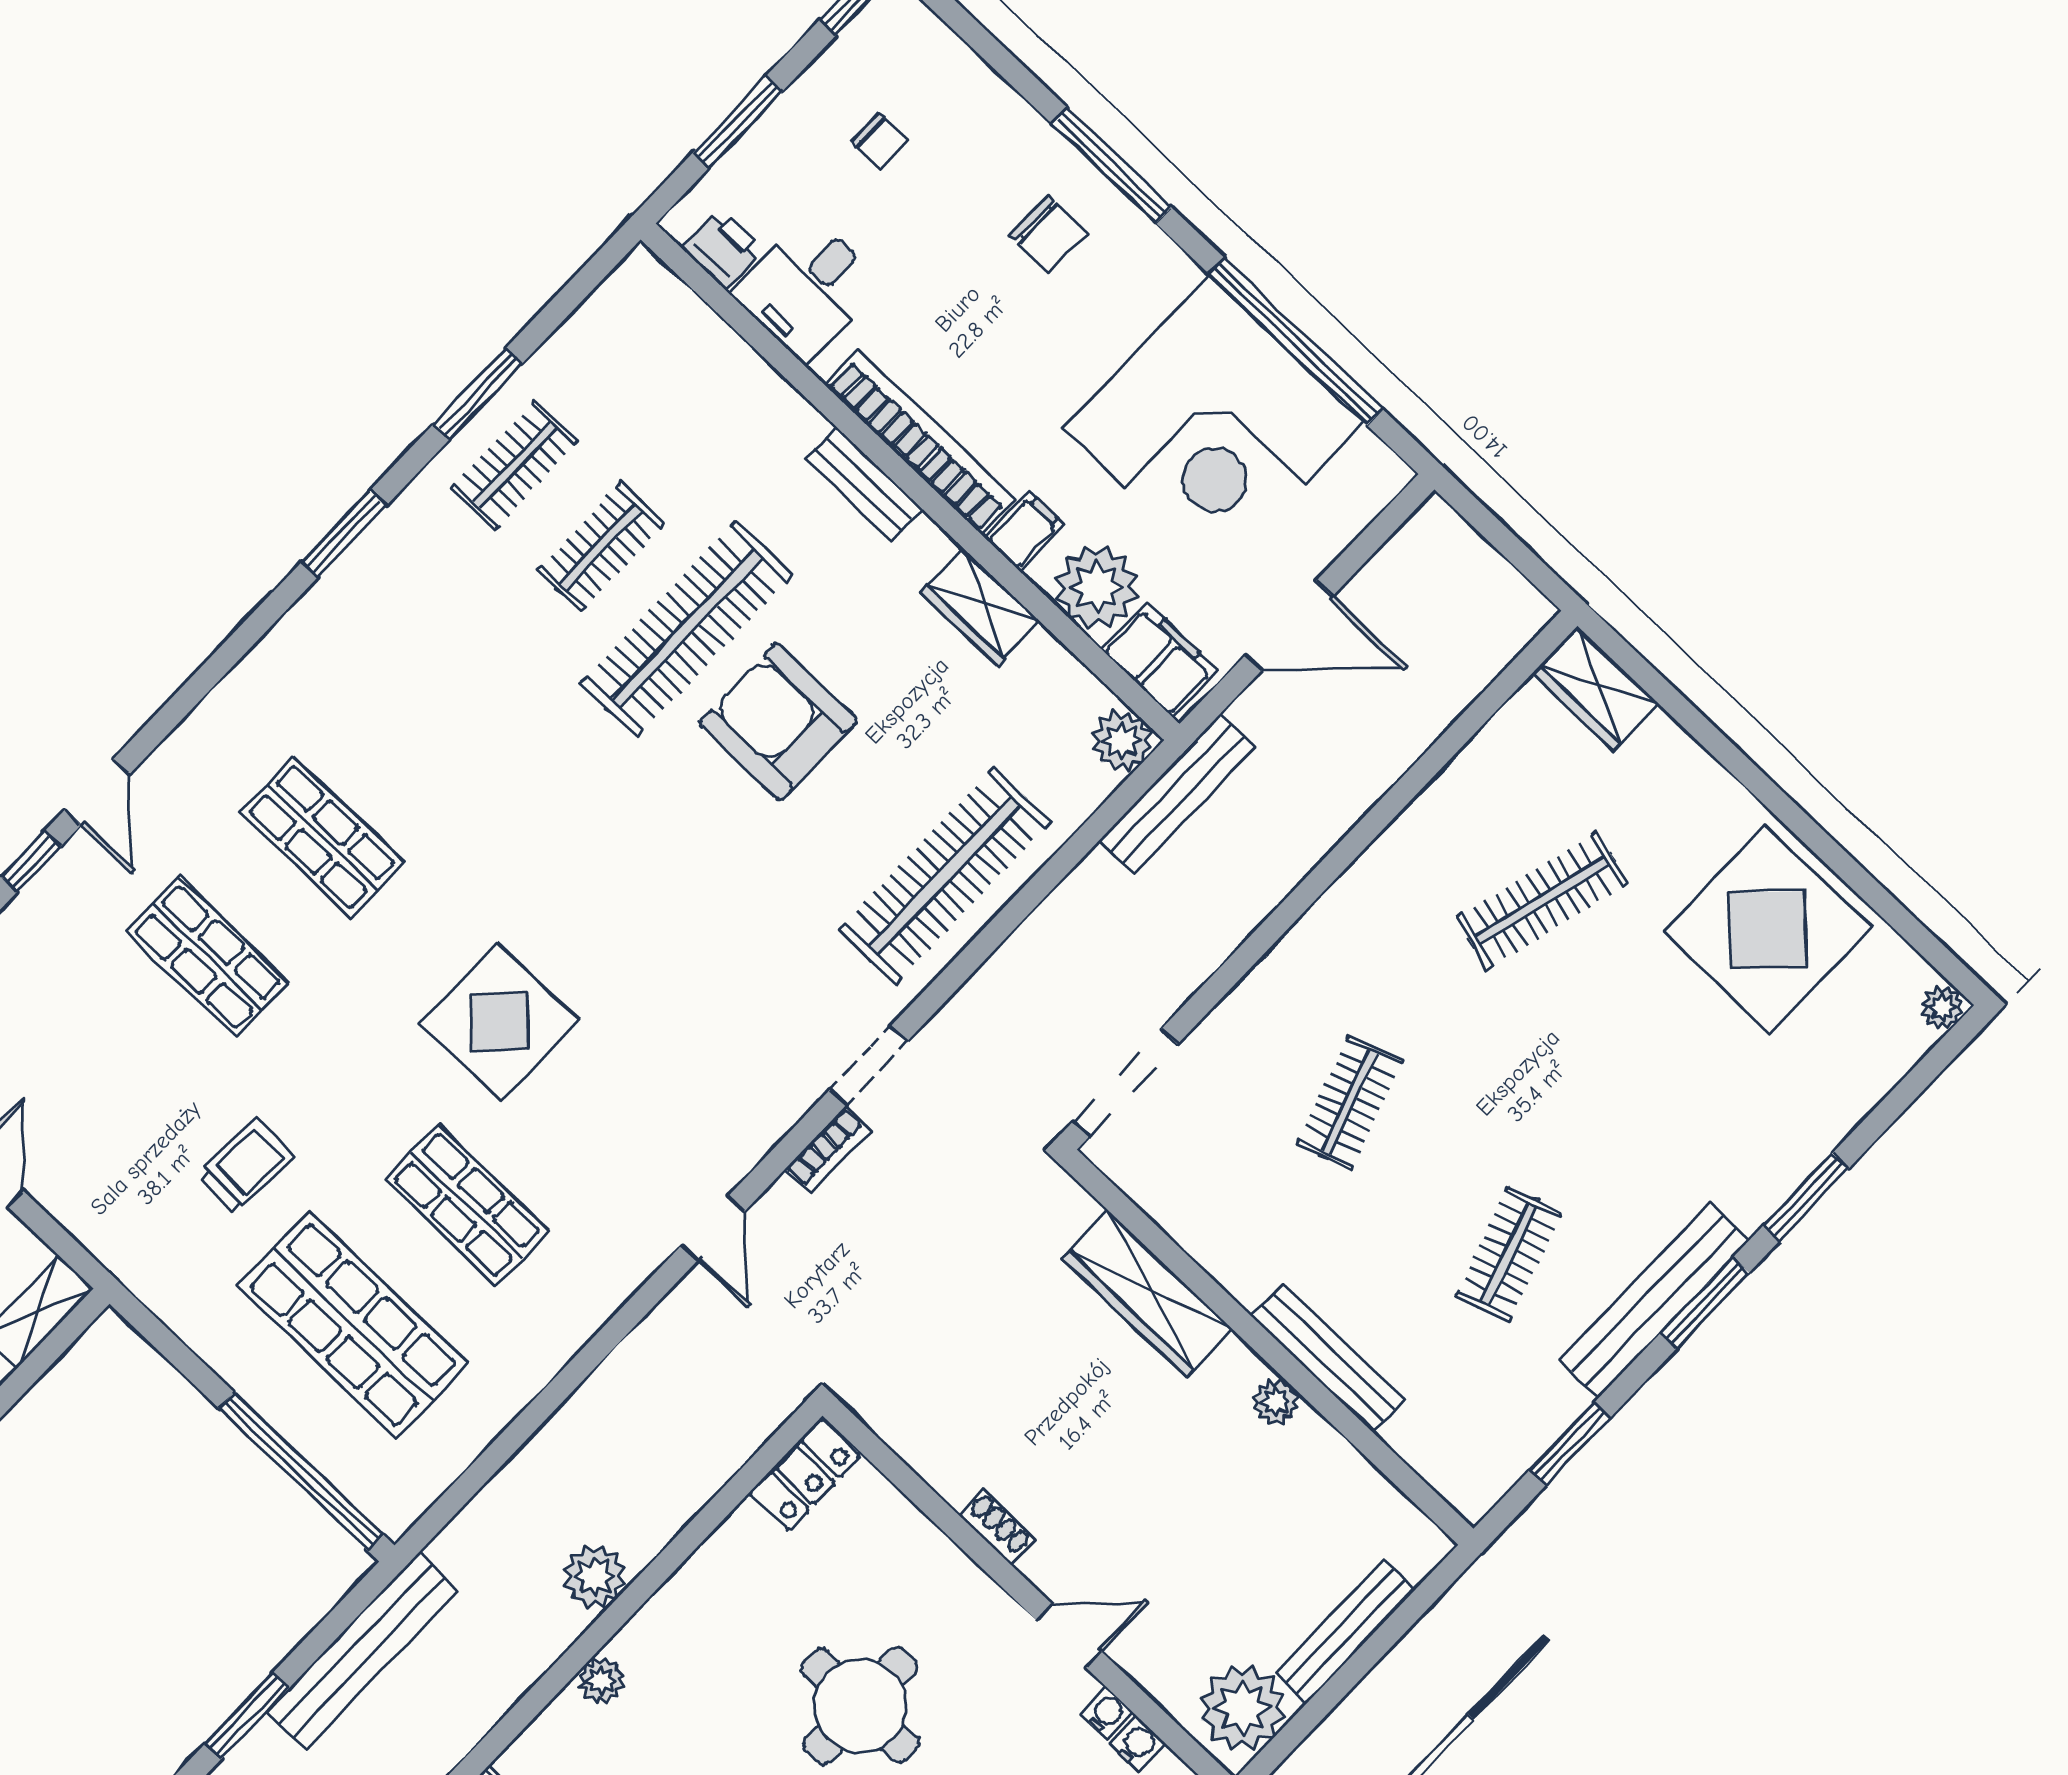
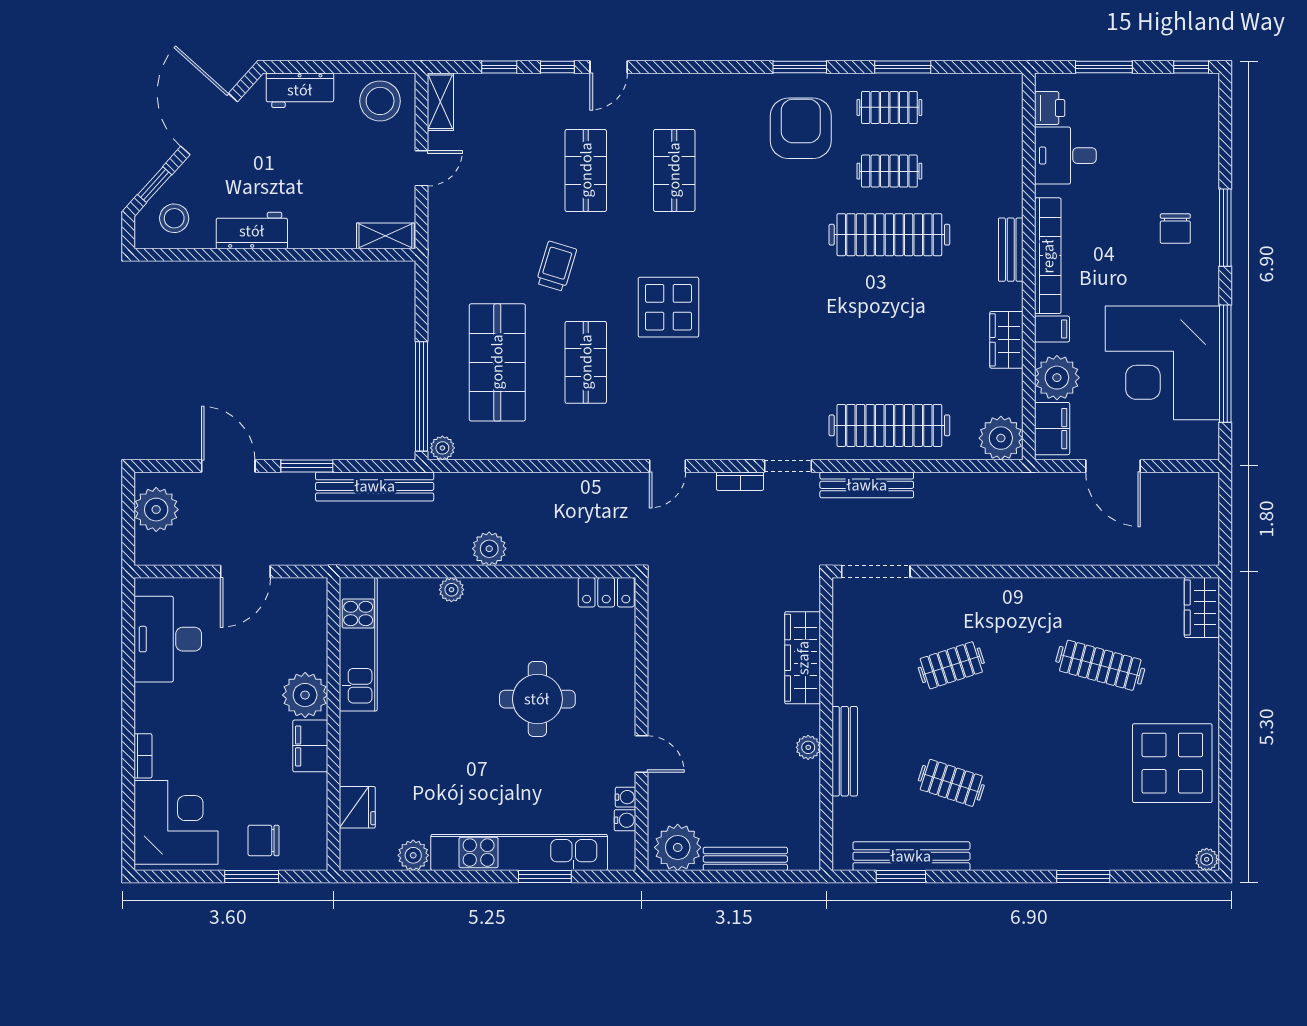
chair: (879, 141) -> (1149, 129), removed
armchair: (778, 722) -> (801, 128), moved
plant: (1122, 741) -> (1001, 438), width x1.36, depth x1.36
bench: (1177, 794) -> (867, 485), moved
trolley: (246, 1166) -> (556, 266), moved, turned -75
clothes rail: (1509, 1254) -> (951, 783), turned 36
bench: (1654, 1301) -> (911, 856), moved
window: (1705, 1303) -> (1005, 877), removed
plant: (398, 1510) -> (442, 448), added
shoe rack: (997, 1527) -> (657, 686), removed

